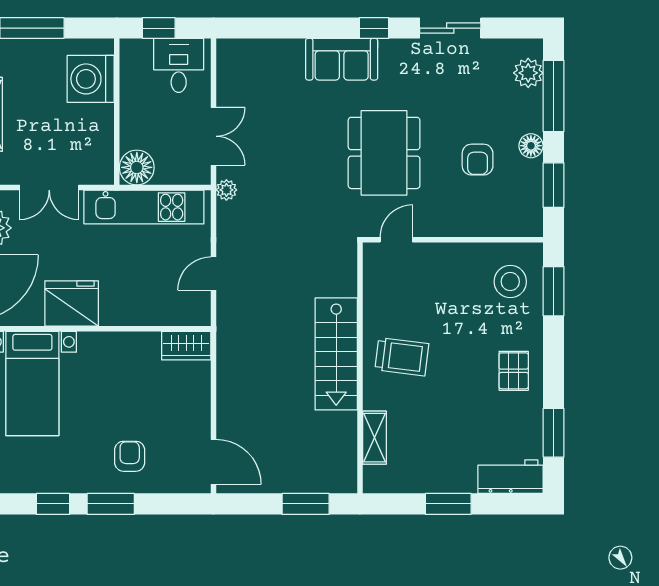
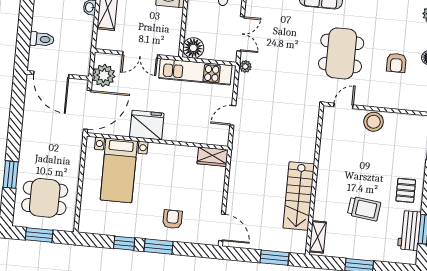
stool: (510, 282) -> (374, 122), moved
stairs: (336, 354) -> (299, 196), moved
trolley: (402, 357) -> (364, 209), moved
shelving: (374, 438) -> (318, 237), moved
workbench: (510, 477) -> (409, 230), moved, turned -90

